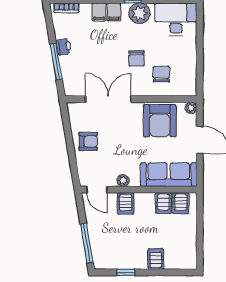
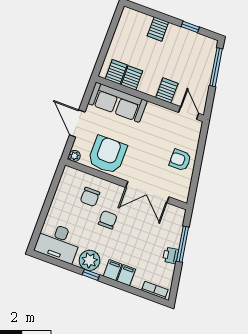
plant: (123, 181) -> (161, 112), removed

